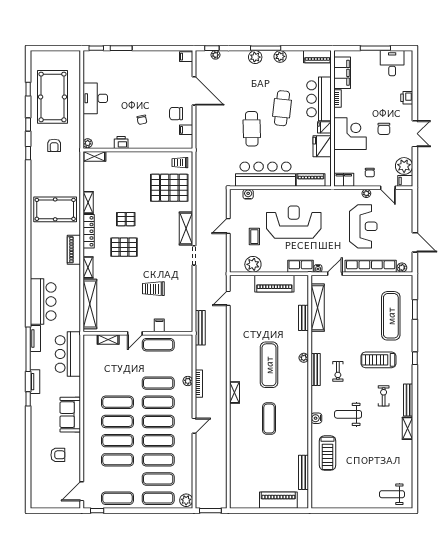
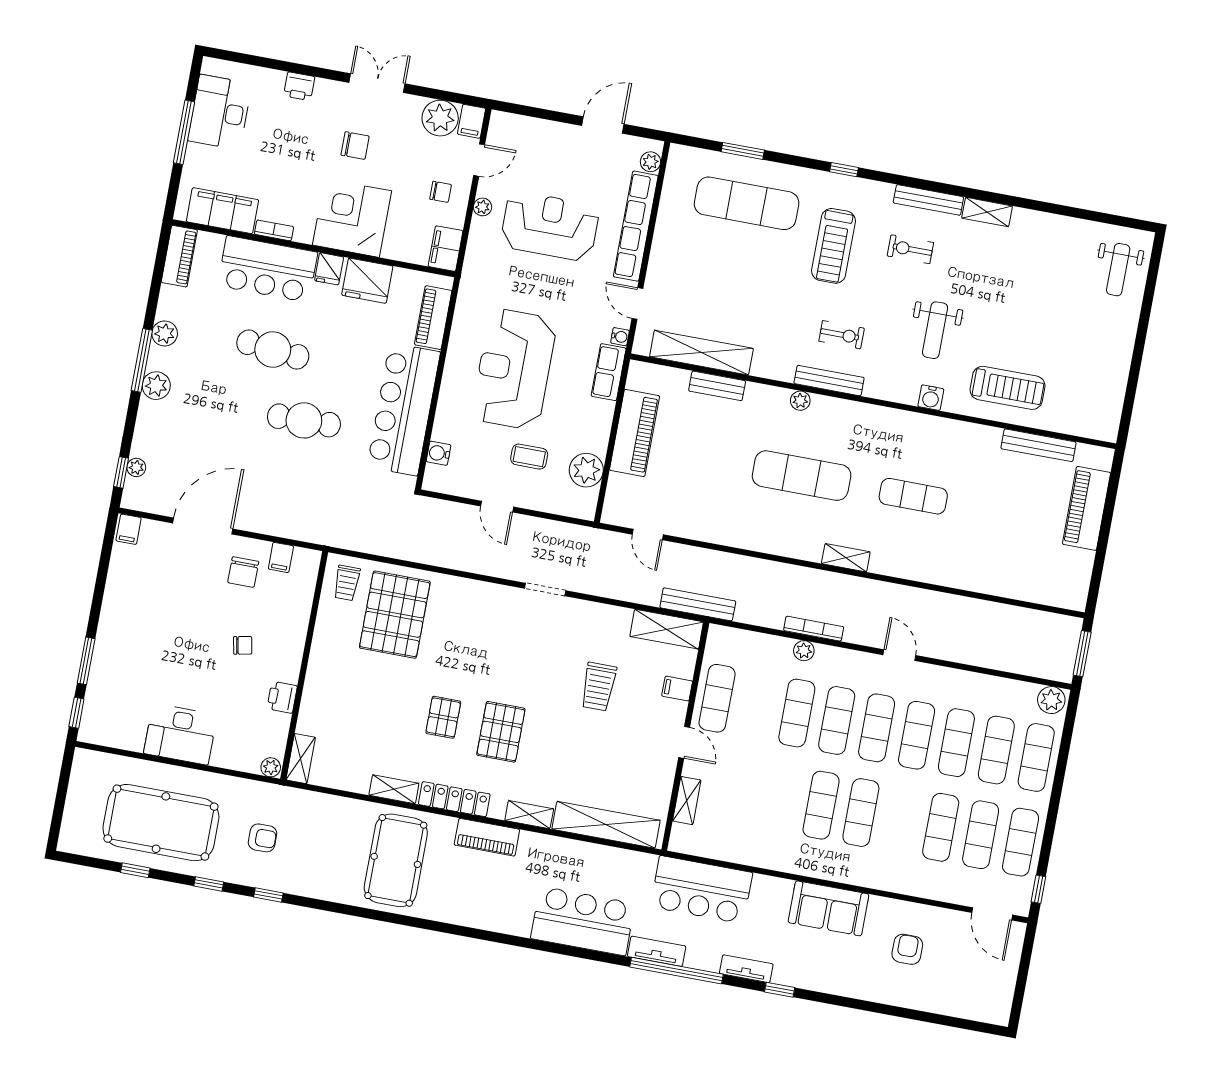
desk: (392, 63) -> (220, 112), width x1.37
shelving: (186, 229) -> (667, 629), moved
exercise mat: (117, 441) -> (981, 835), moved

